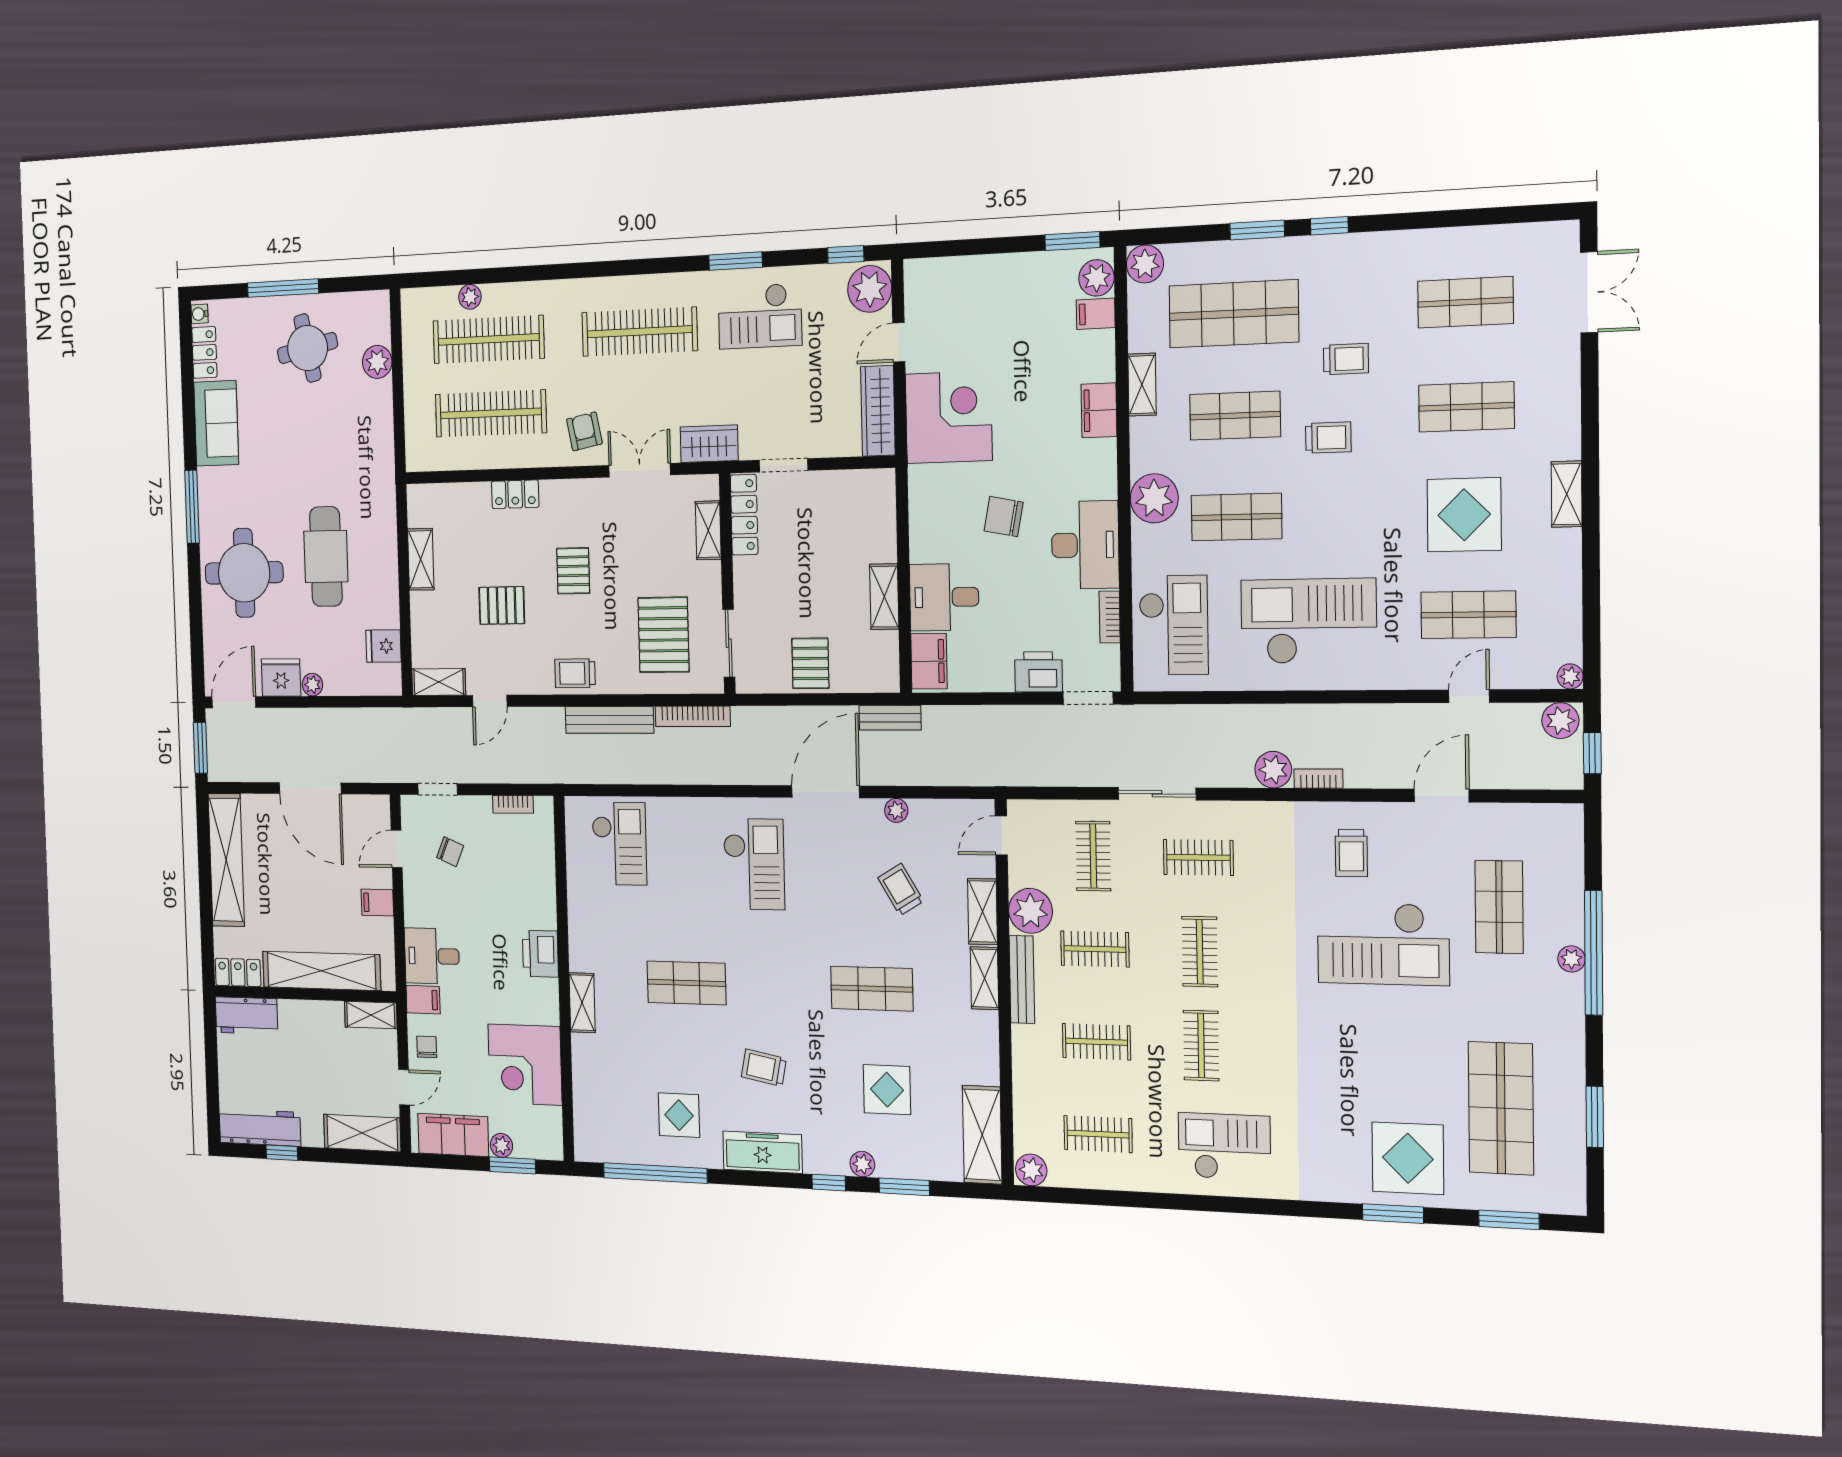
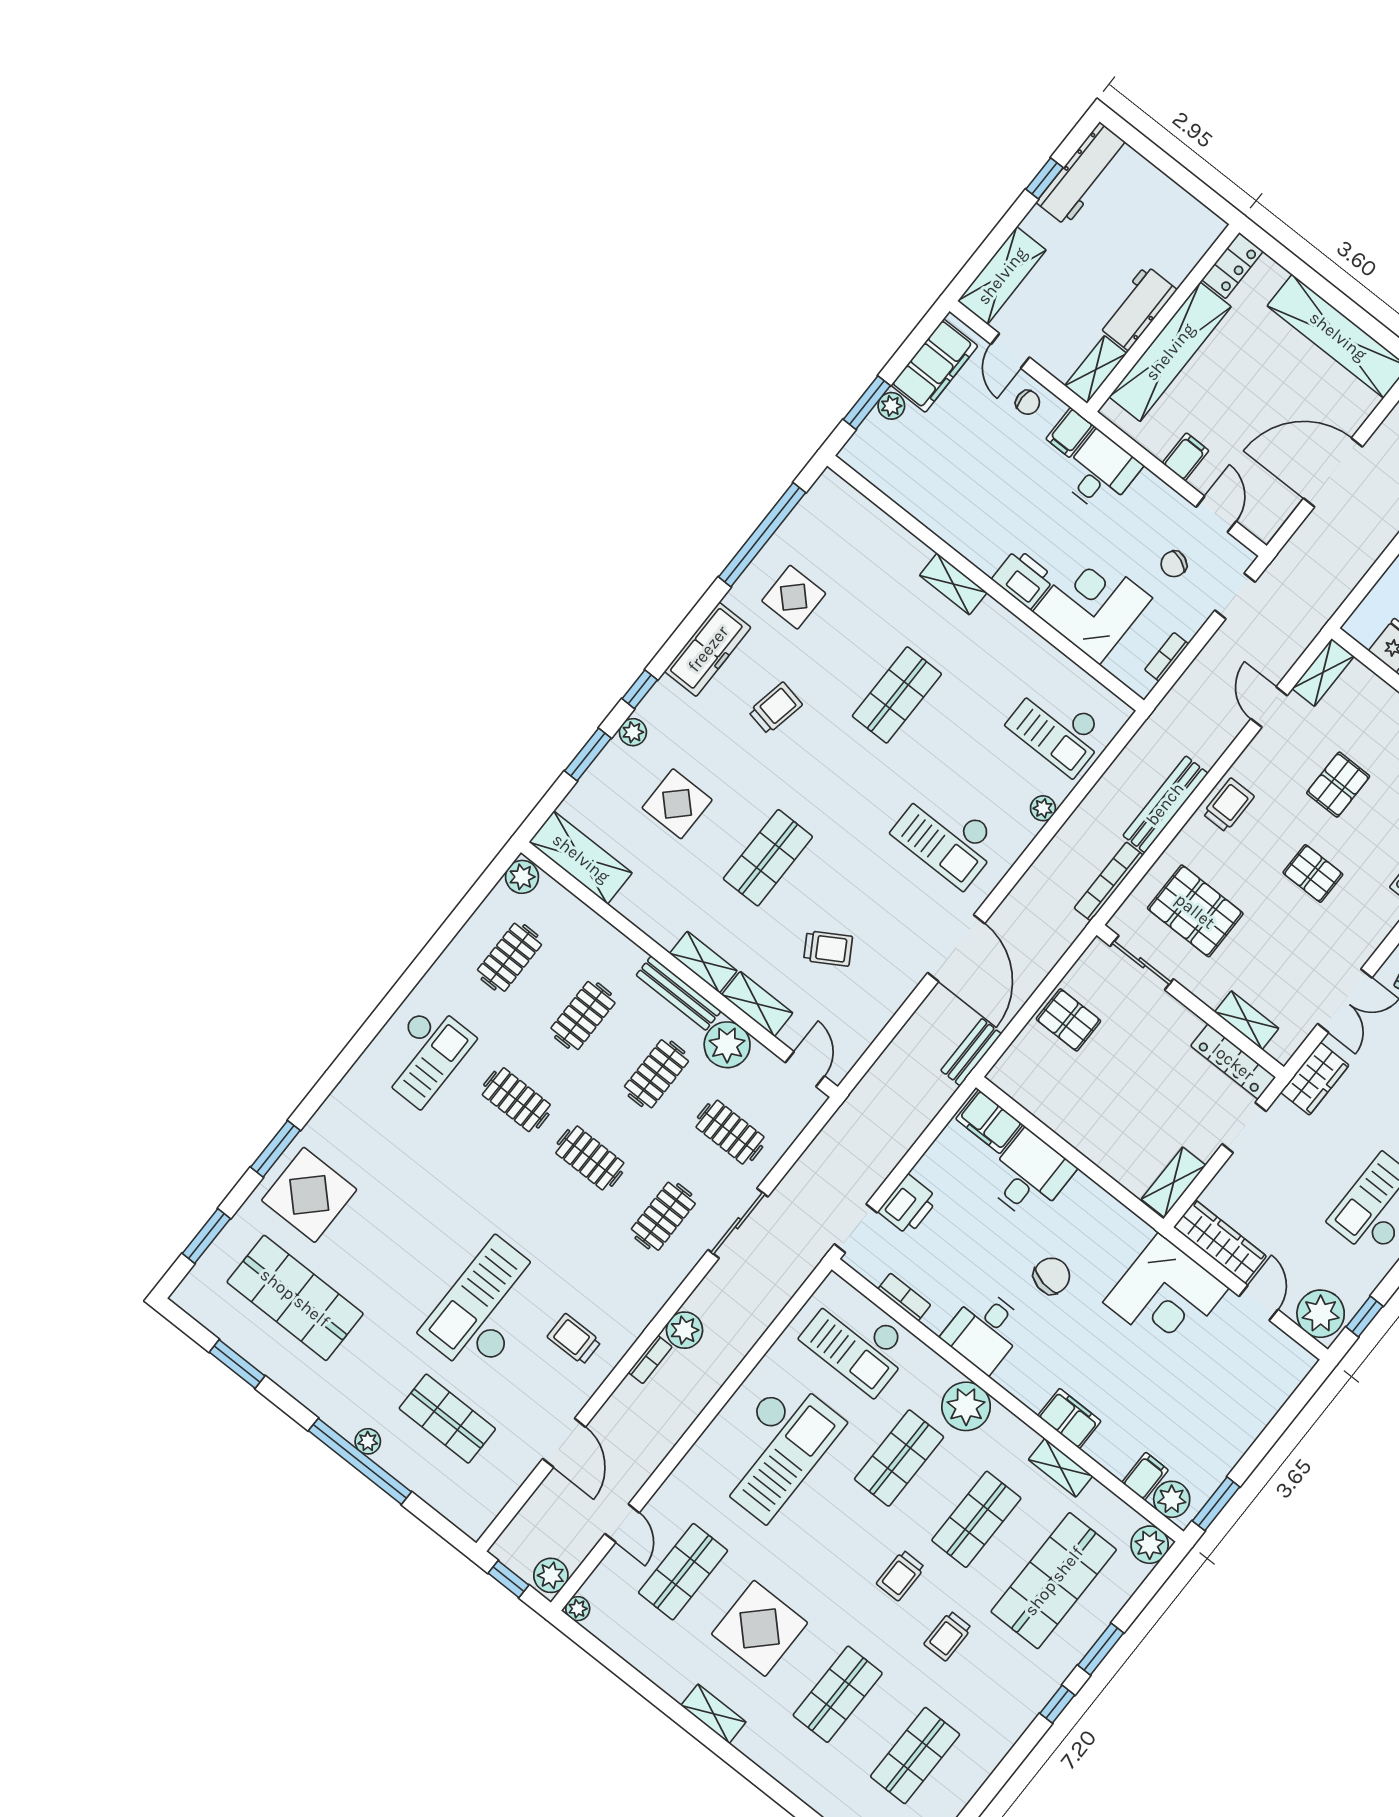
desk: (1085, 545) -> (985, 1330), width x0.73
shelving: (884, 597) -> (1174, 1182), moved, turned 90
plant: (896, 810) -> (1043, 808), moved
workbench: (246, 1016) -> (1137, 308), moved
corner desk: (525, 1065) -> (1093, 605), moved

